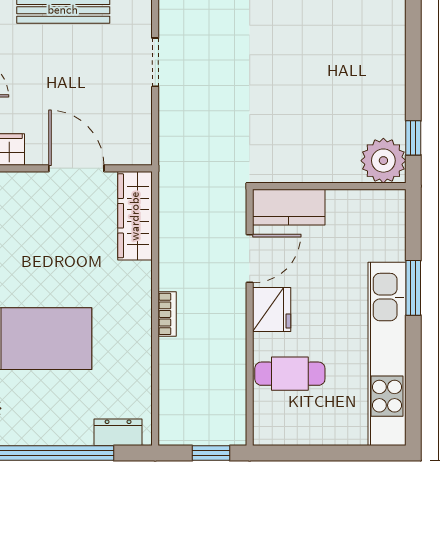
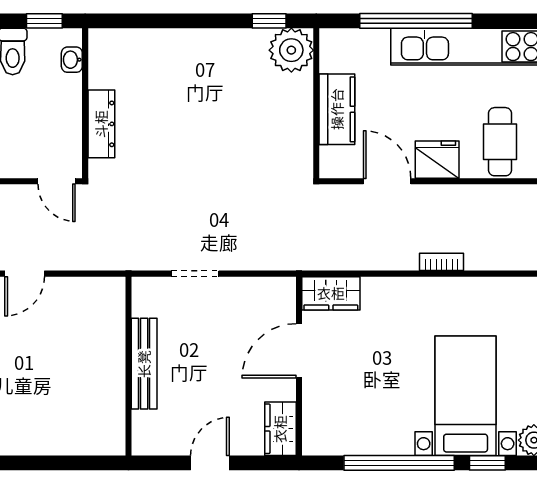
kitchen counter: (289, 207) -> (337, 109), moved
wardrobe: (135, 216) -> (331, 293), width x0.67
window: (413, 288) -> (416, 21), width x2.11

